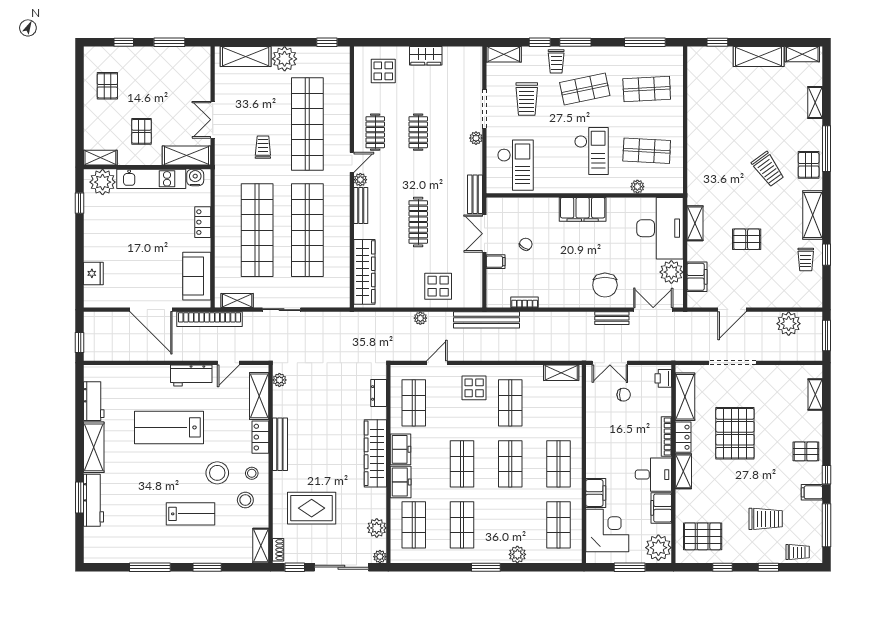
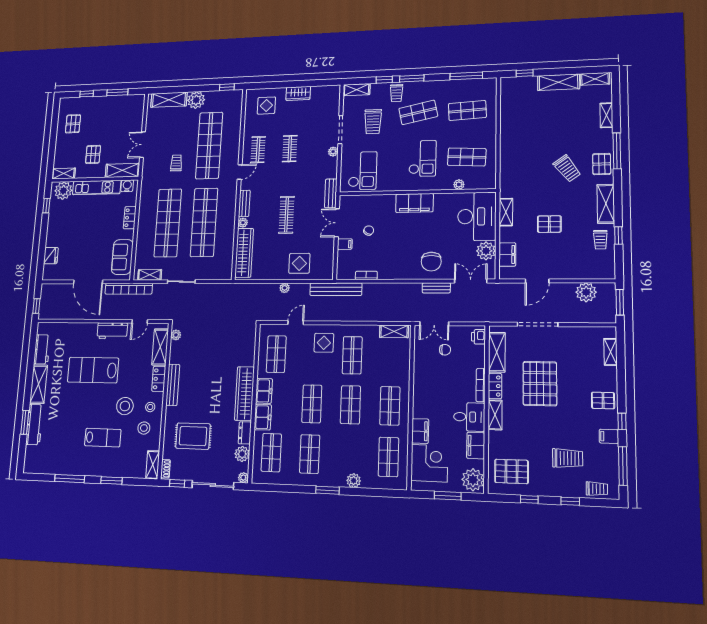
plant: (360, 180) -> (243, 223), moved
dresser: (379, 393) -> (245, 433), moved

